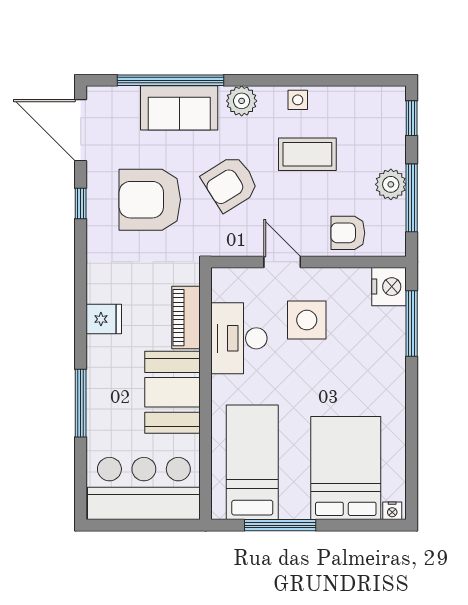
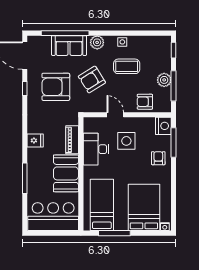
armchair: (378, 358) -> (158, 158), added

